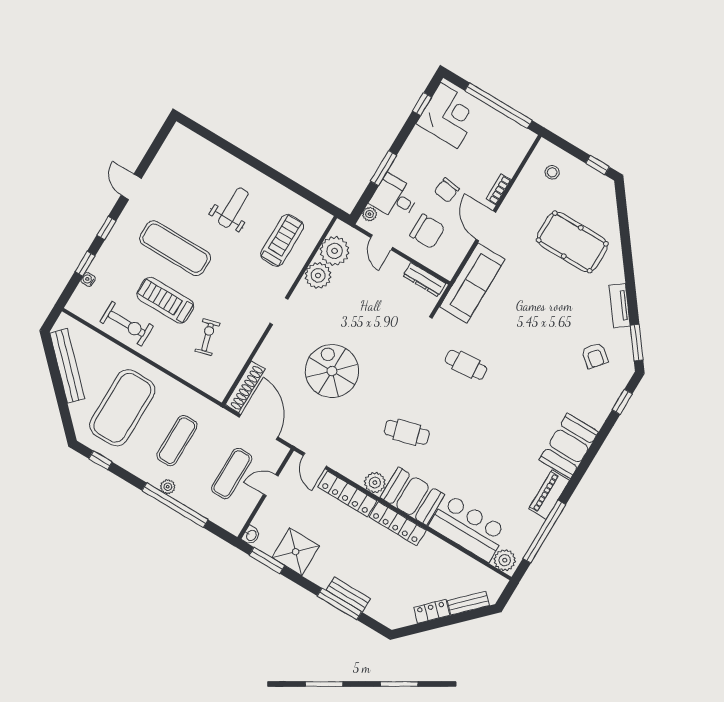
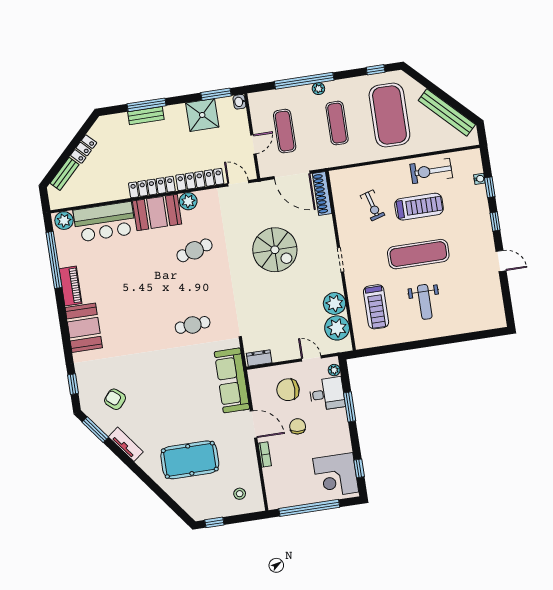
exercise mat: (175, 248) -> (418, 254), moved
dresser: (424, 280) -> (259, 358), width x0.70

